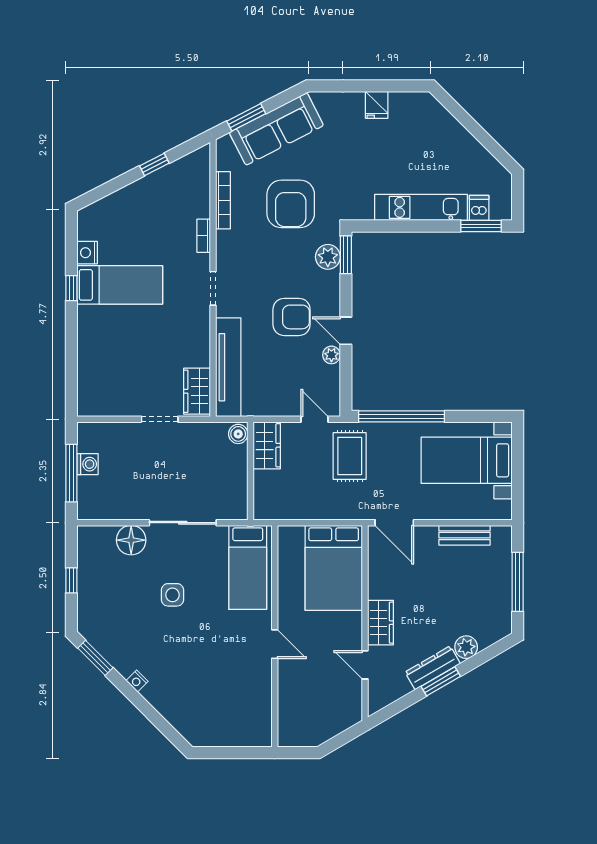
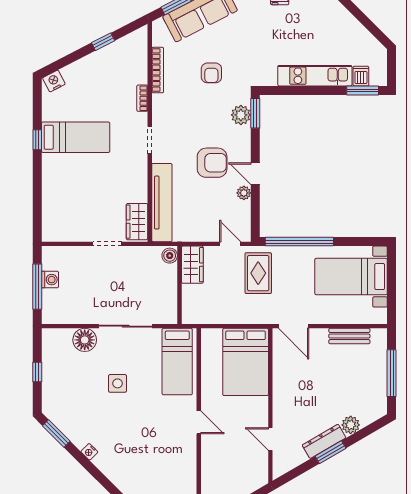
armchair: (291, 204) -> (211, 73), width x0.53, depth x0.53
nightstand: (87, 253) -> (54, 81), moved, turned 63
wardrobe: (381, 623) -> (283, 405), removed

